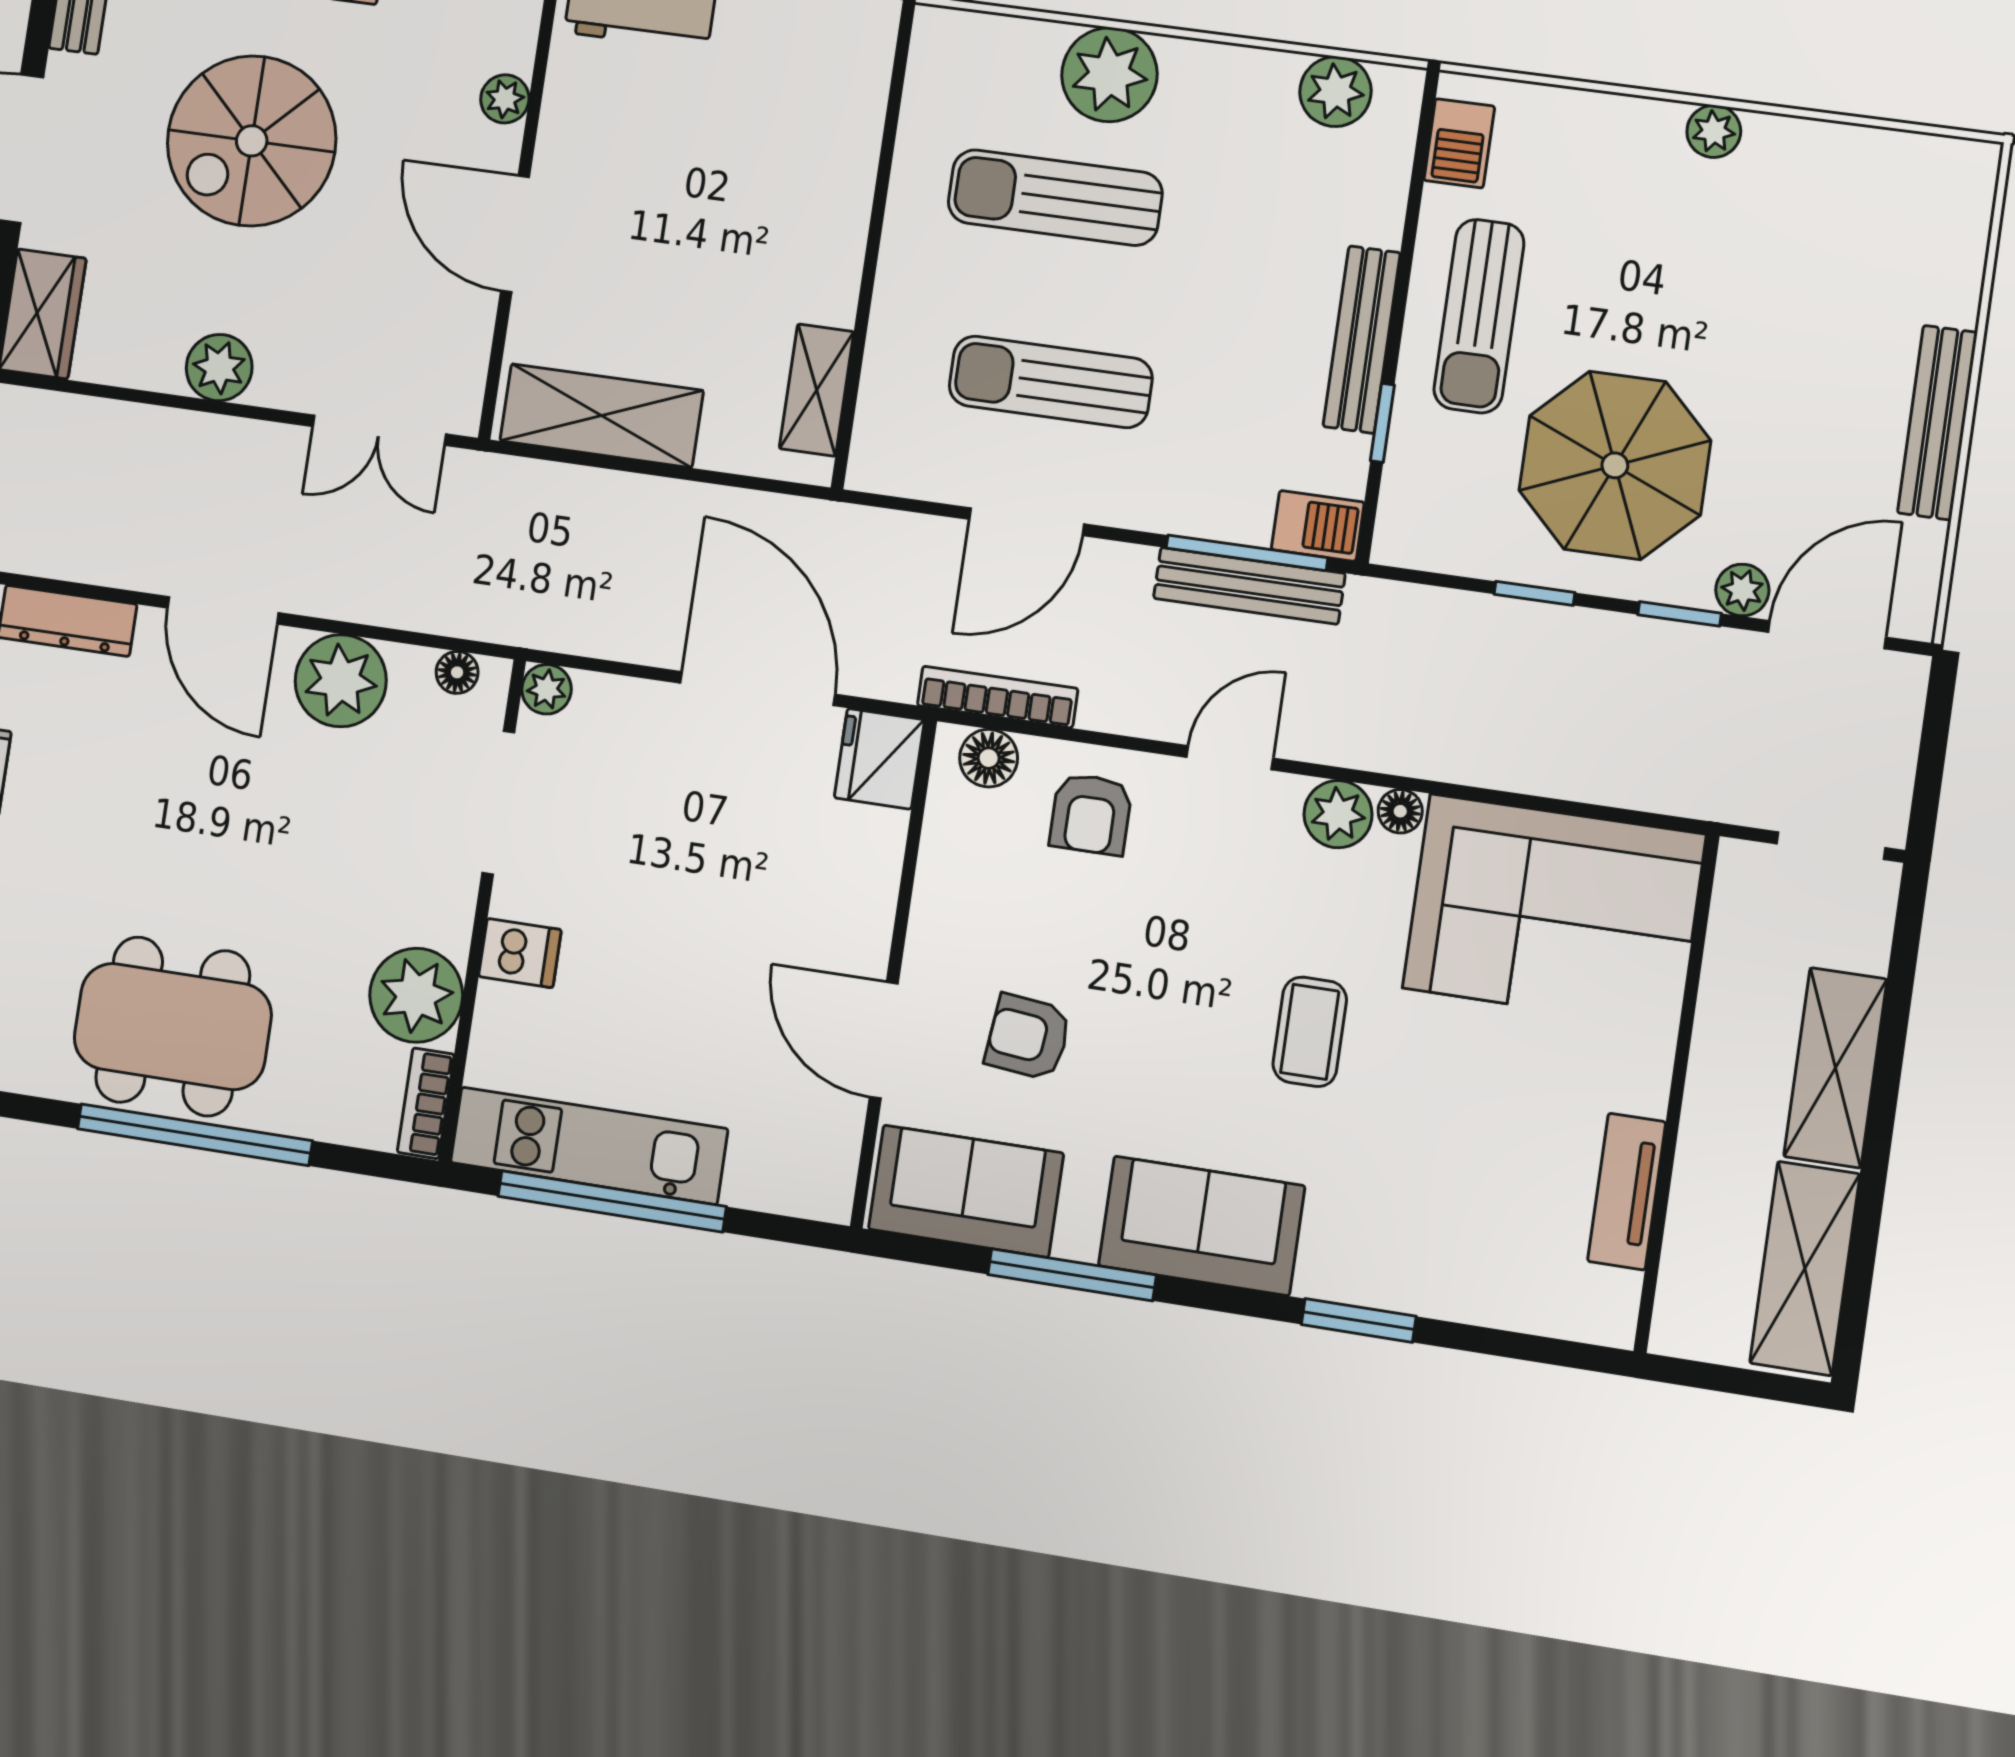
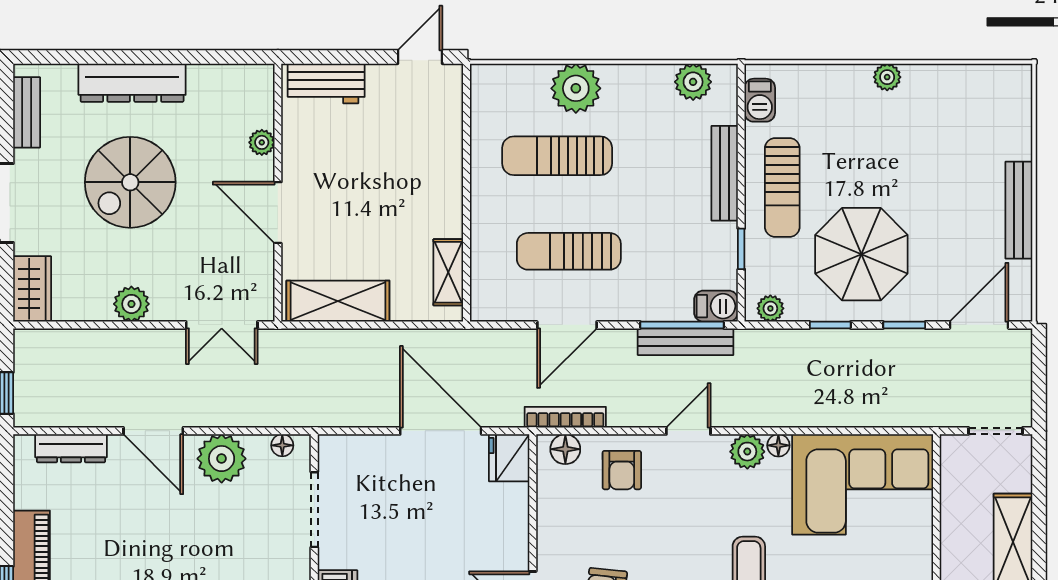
bench: (1362, 340) -> (725, 173), moved
plant: (1742, 590) -> (770, 308), moved
plant: (547, 689) -> (331, 447), removed

